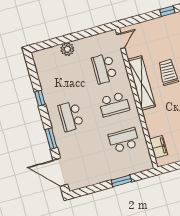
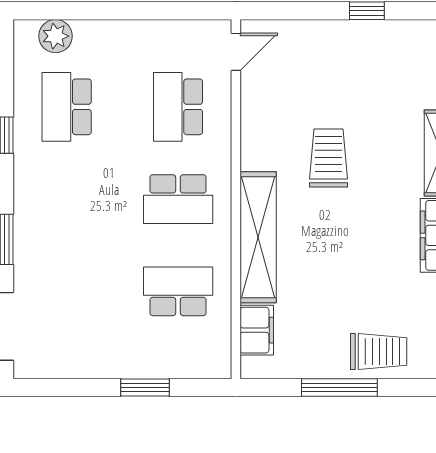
plant: (67, 49) -> (56, 36), moved
shelving: (142, 83) -> (258, 237), moved
school desk: (71, 116) -> (67, 107), moved

